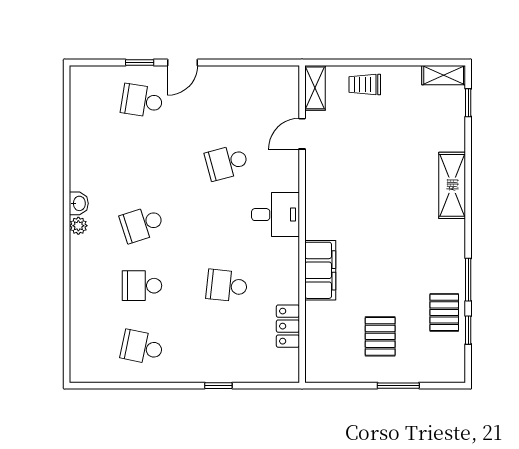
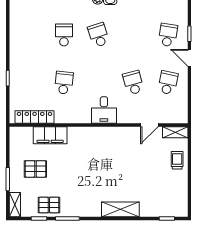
shelving: (444, 75) -> (15, 205), moved
door: (302, 134) -> (149, 125), swing flipped
filing cabinet: (320, 270) -> (50, 135), moved
locker: (288, 326) -> (35, 117), width x1.53
school desk: (142, 347) -> (168, 83), moved

